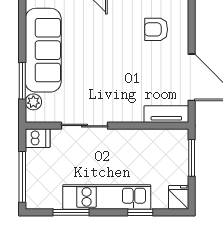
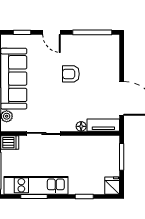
armchair: (156, 29) -> (71, 74), moved
floor lamp: (136, 116) -> (81, 126), added
kitchen unit: (107, 197) -> (36, 185), moved

